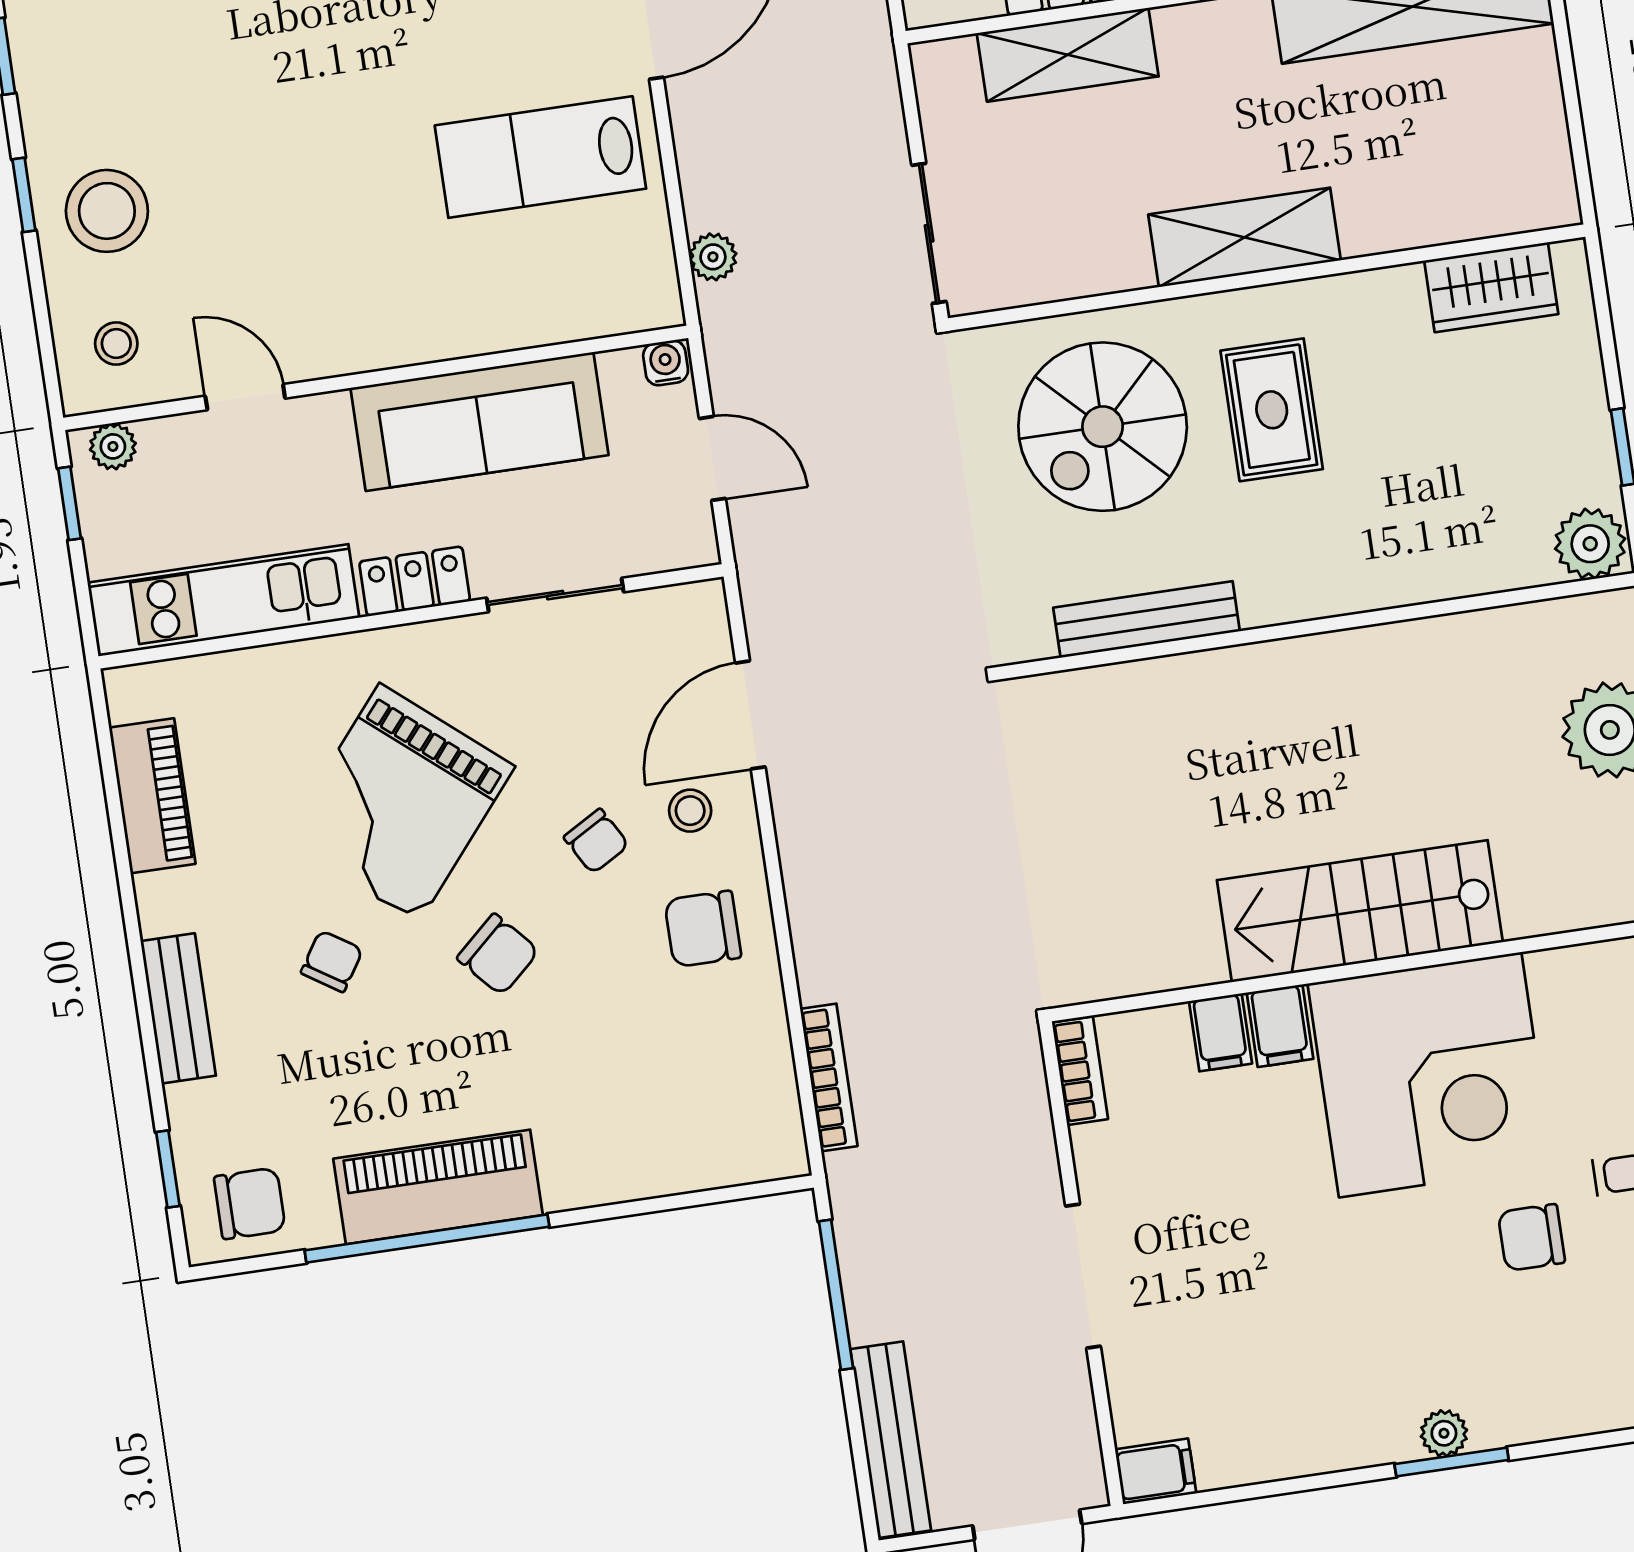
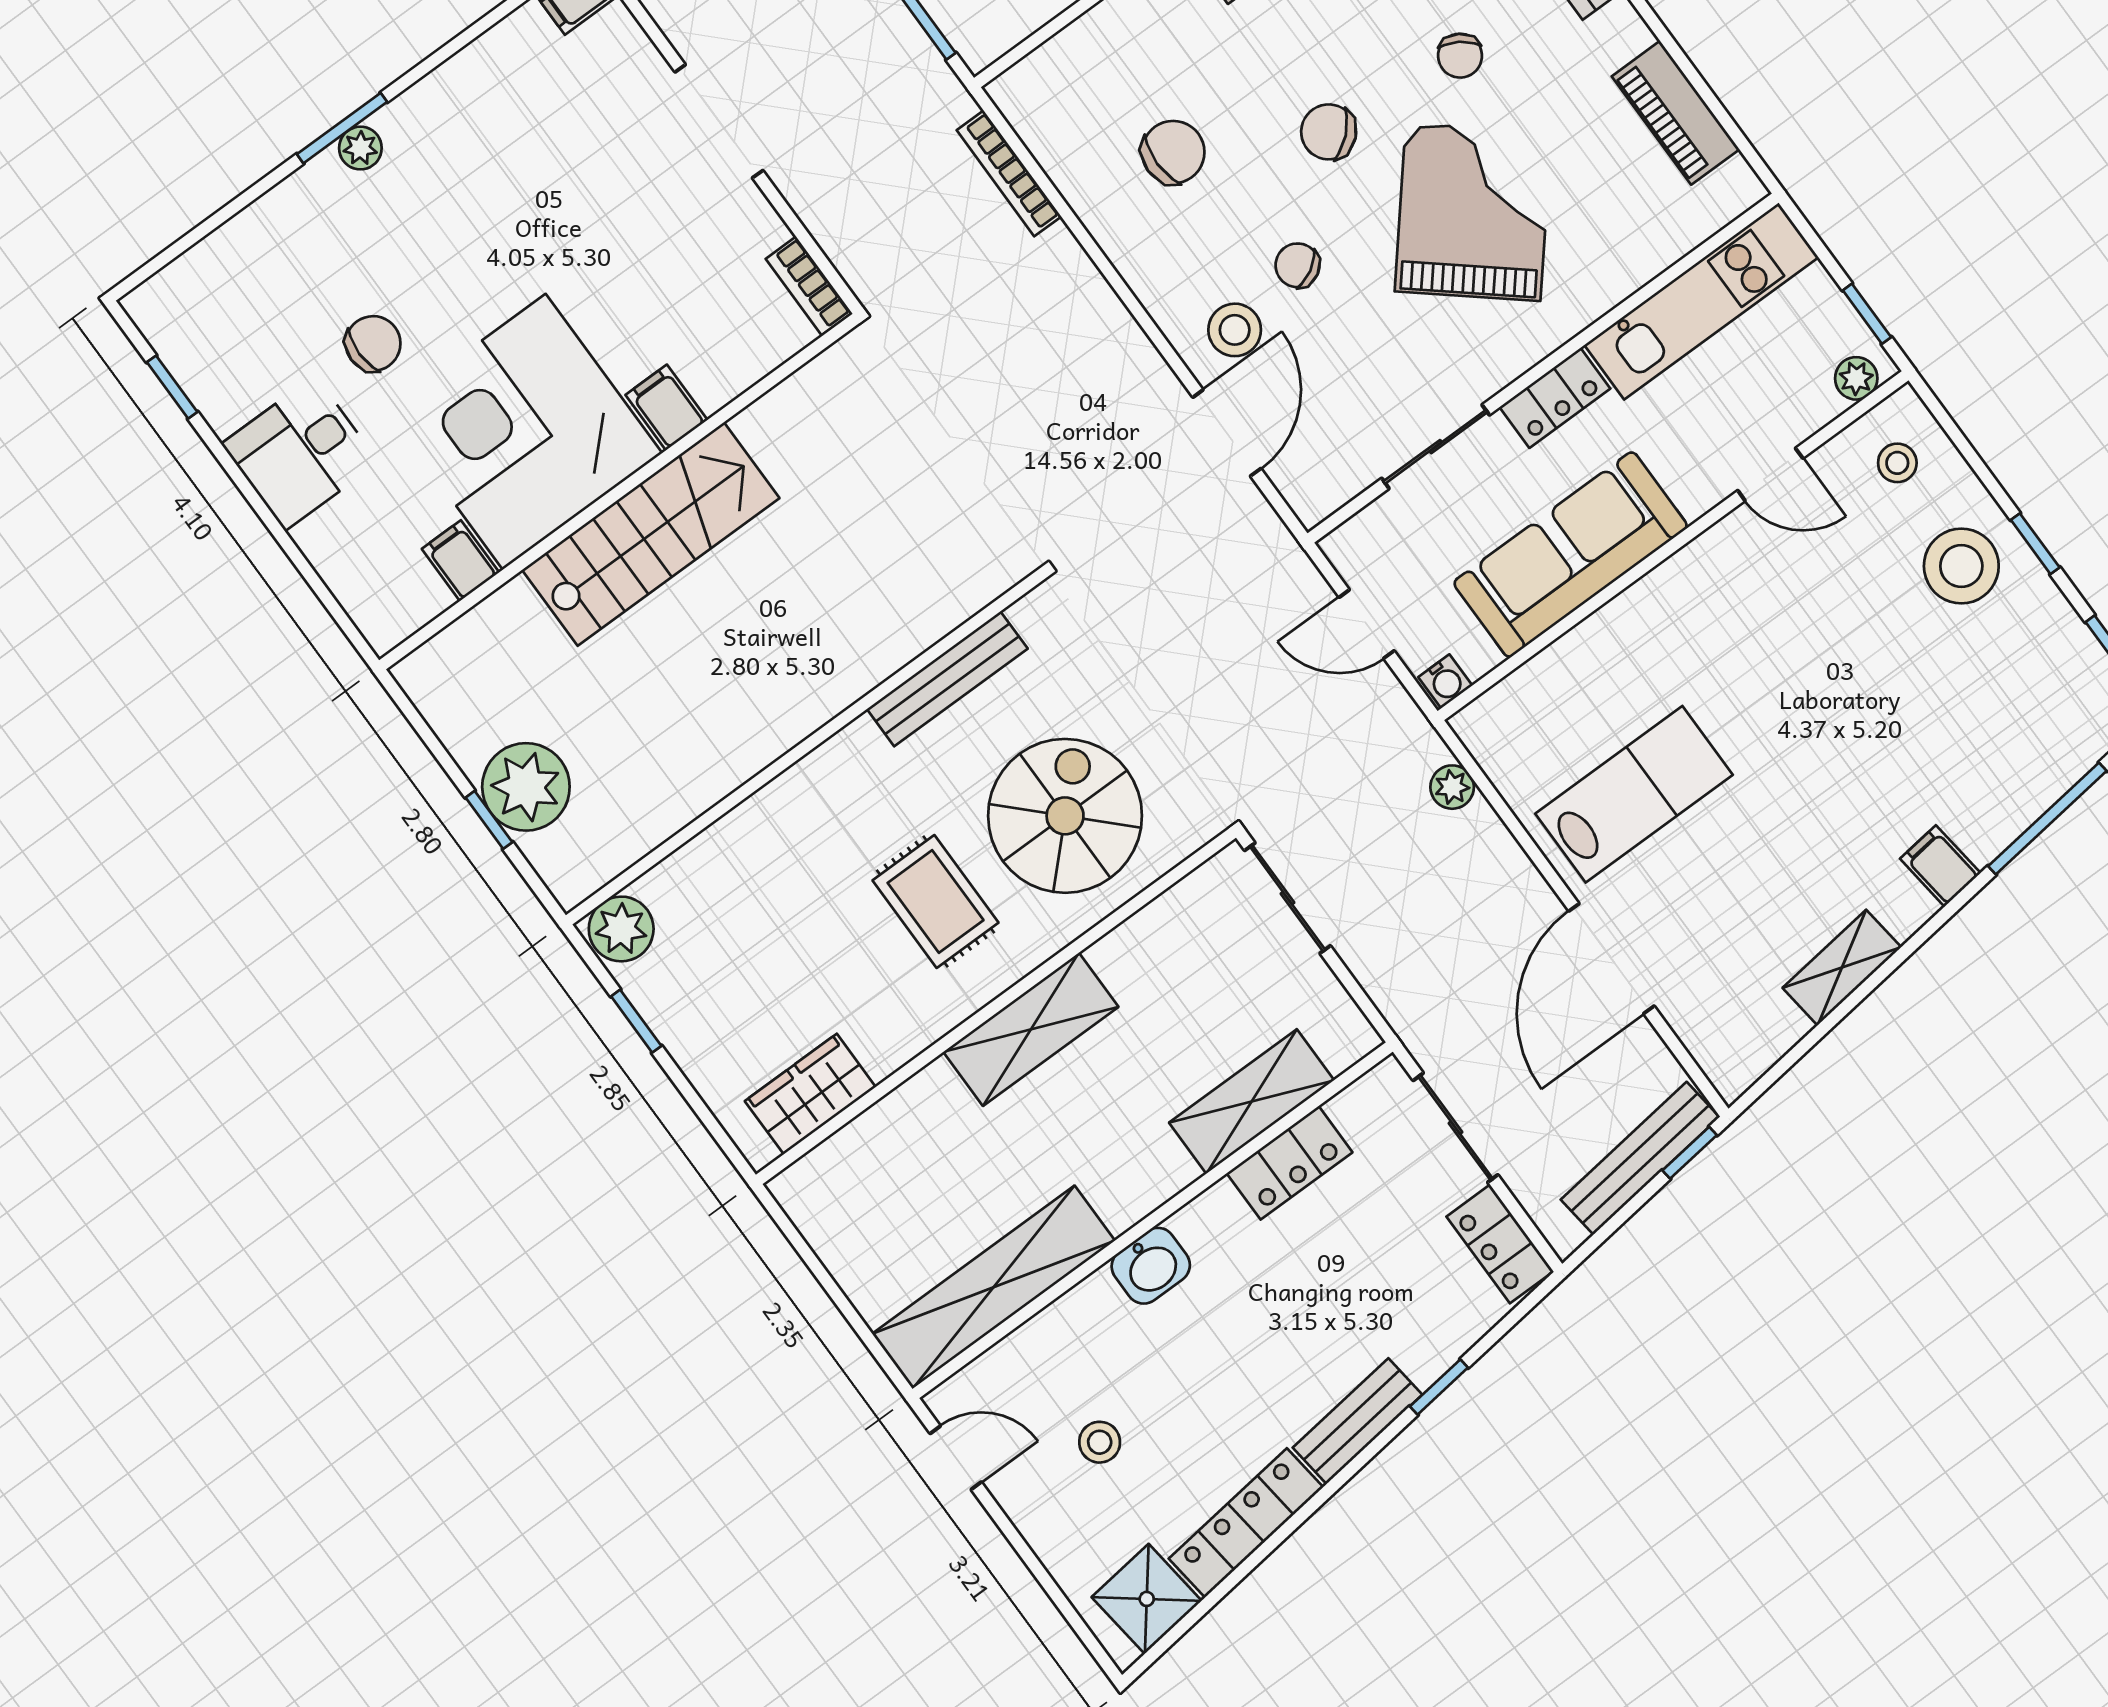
stool: (690, 811) -> (1235, 330), width x1.37, depth x1.37
chair: (703, 929) -> (1173, 152), moved
filing cabinet: (1220, 1032) -> (460, 561), moved

